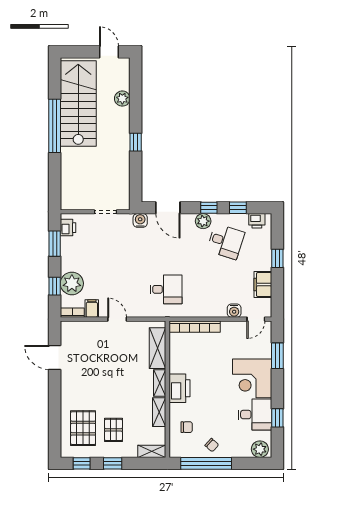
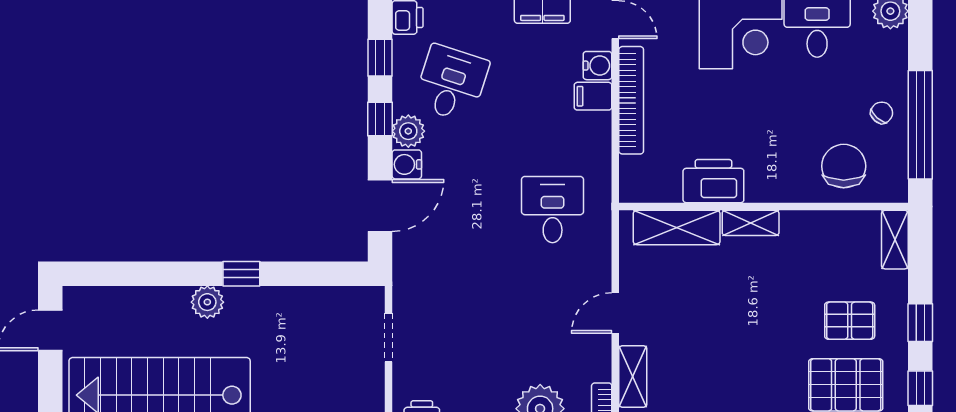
plant: (122, 99) -> (207, 302), moved
water cooler: (140, 220) -> (407, 164), moved
filing cabinet: (92, 309) -> (593, 96), moved
bookcase: (195, 327) -> (631, 100), moved
printer: (179, 388) -> (713, 181), moved
shelving: (159, 412) -> (633, 377), moved, turned 90
chair: (187, 427) -> (844, 166), width x1.87, depth x1.87

